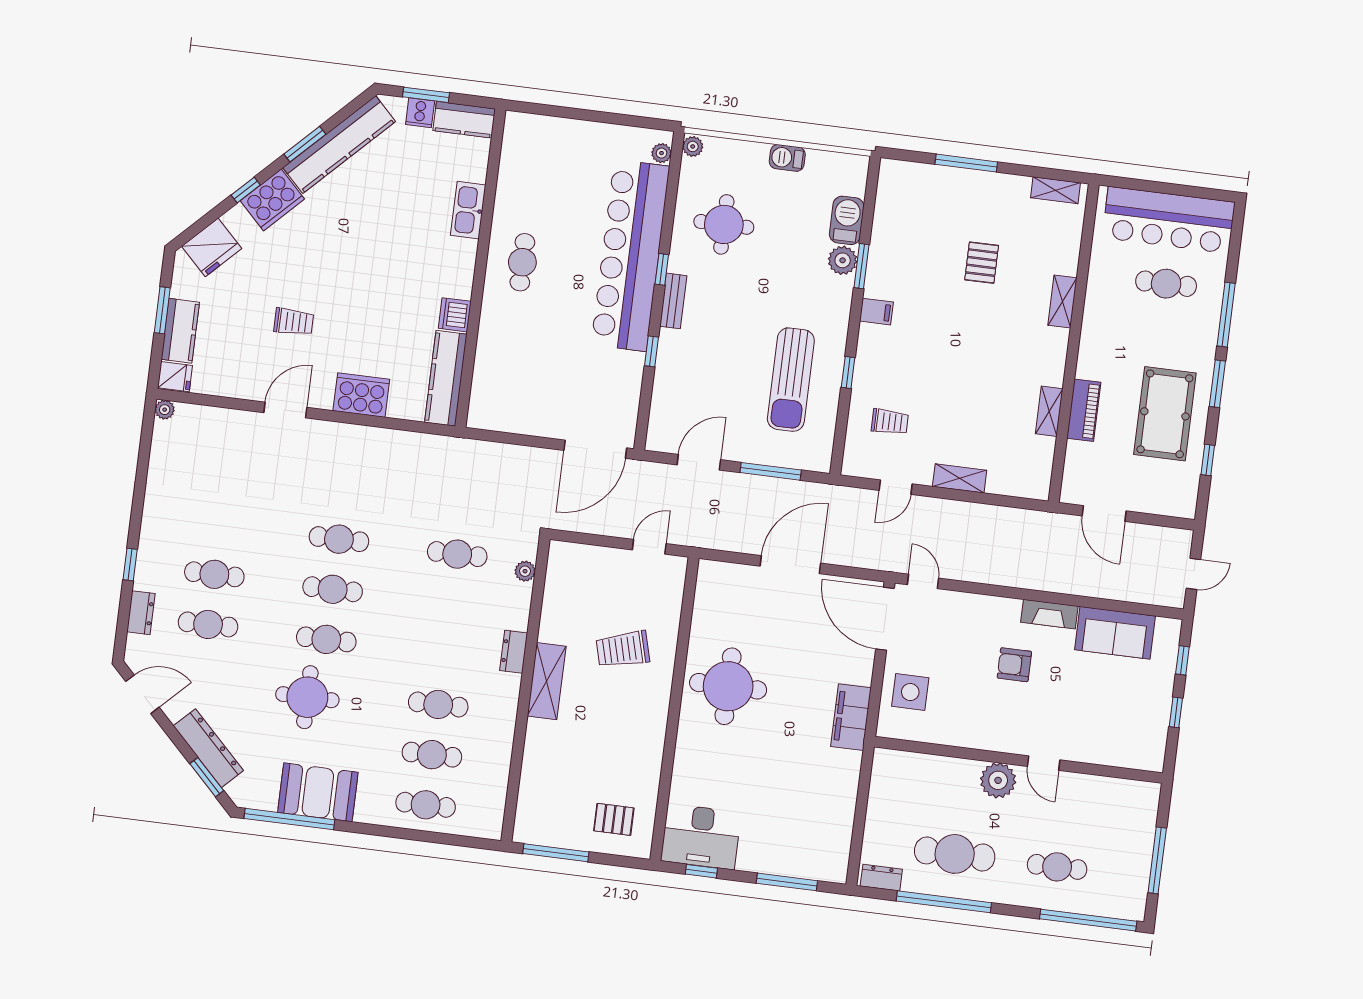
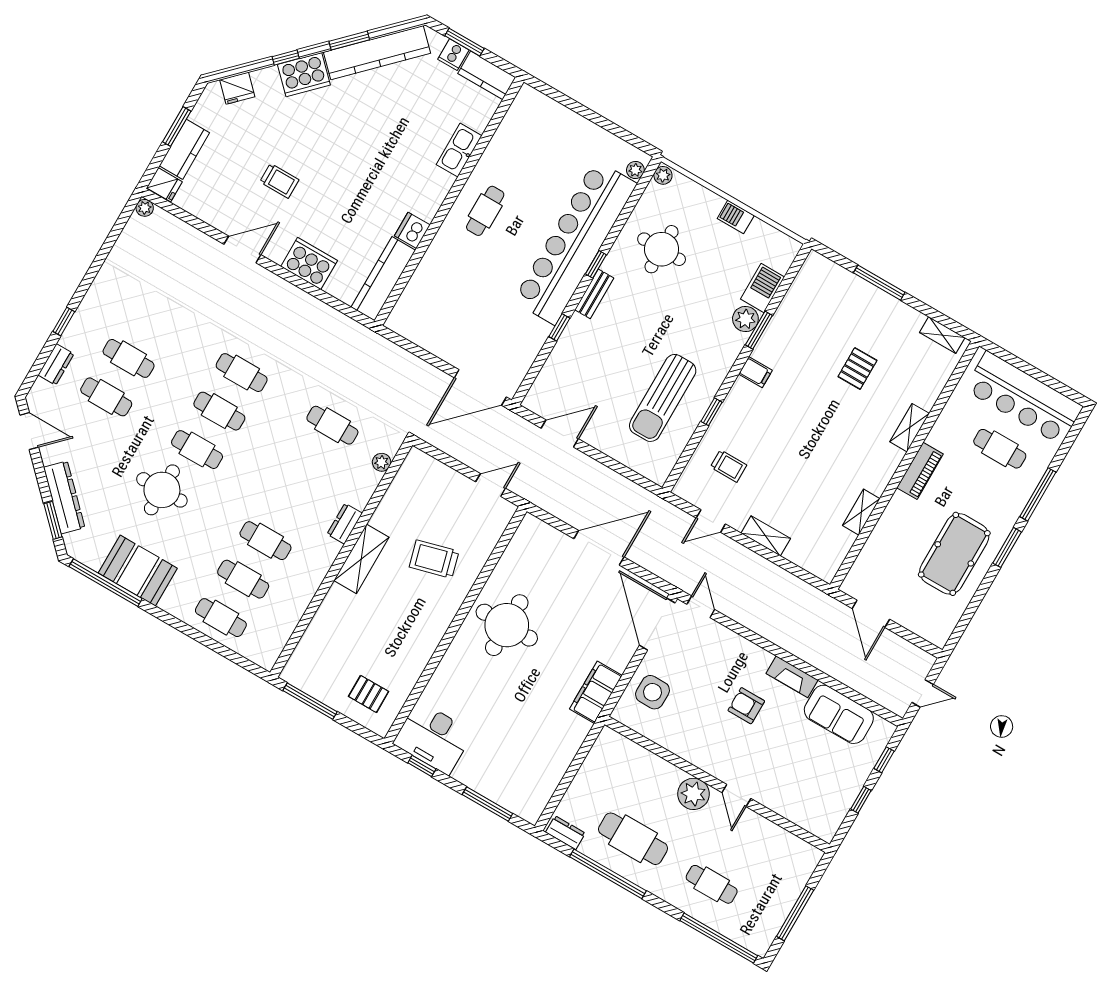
fridge: (212, 247) -> (237, 88), width x0.73, depth x0.75
piano: (1084, 410) -> (920, 471), moved
window: (1208, 460) -> (973, 606), removed
window: (771, 471) -> (615, 465), removed

